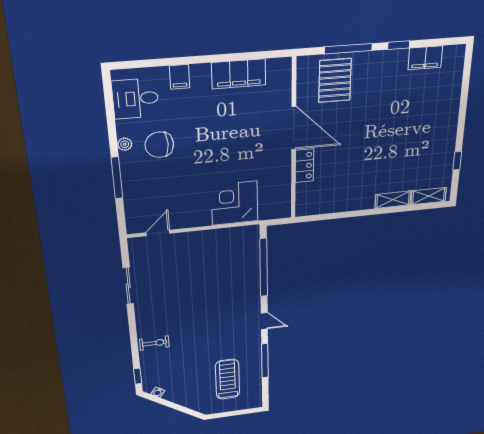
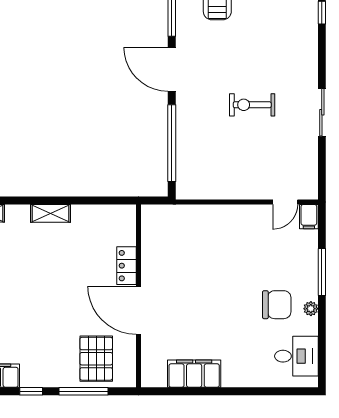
filing cabinet: (180, 77) -> (309, 217), moved, turned 180
shelving: (393, 200) -> (50, 213), moved
corner desk: (235, 203) -> (202, 229), removed
sliding door: (128, 286) -> (322, 112), moved
door: (264, 321) -> (172, 69), width x1.87
exercise bike: (154, 343) -> (252, 105), moved, width x1.38, depth x1.39

